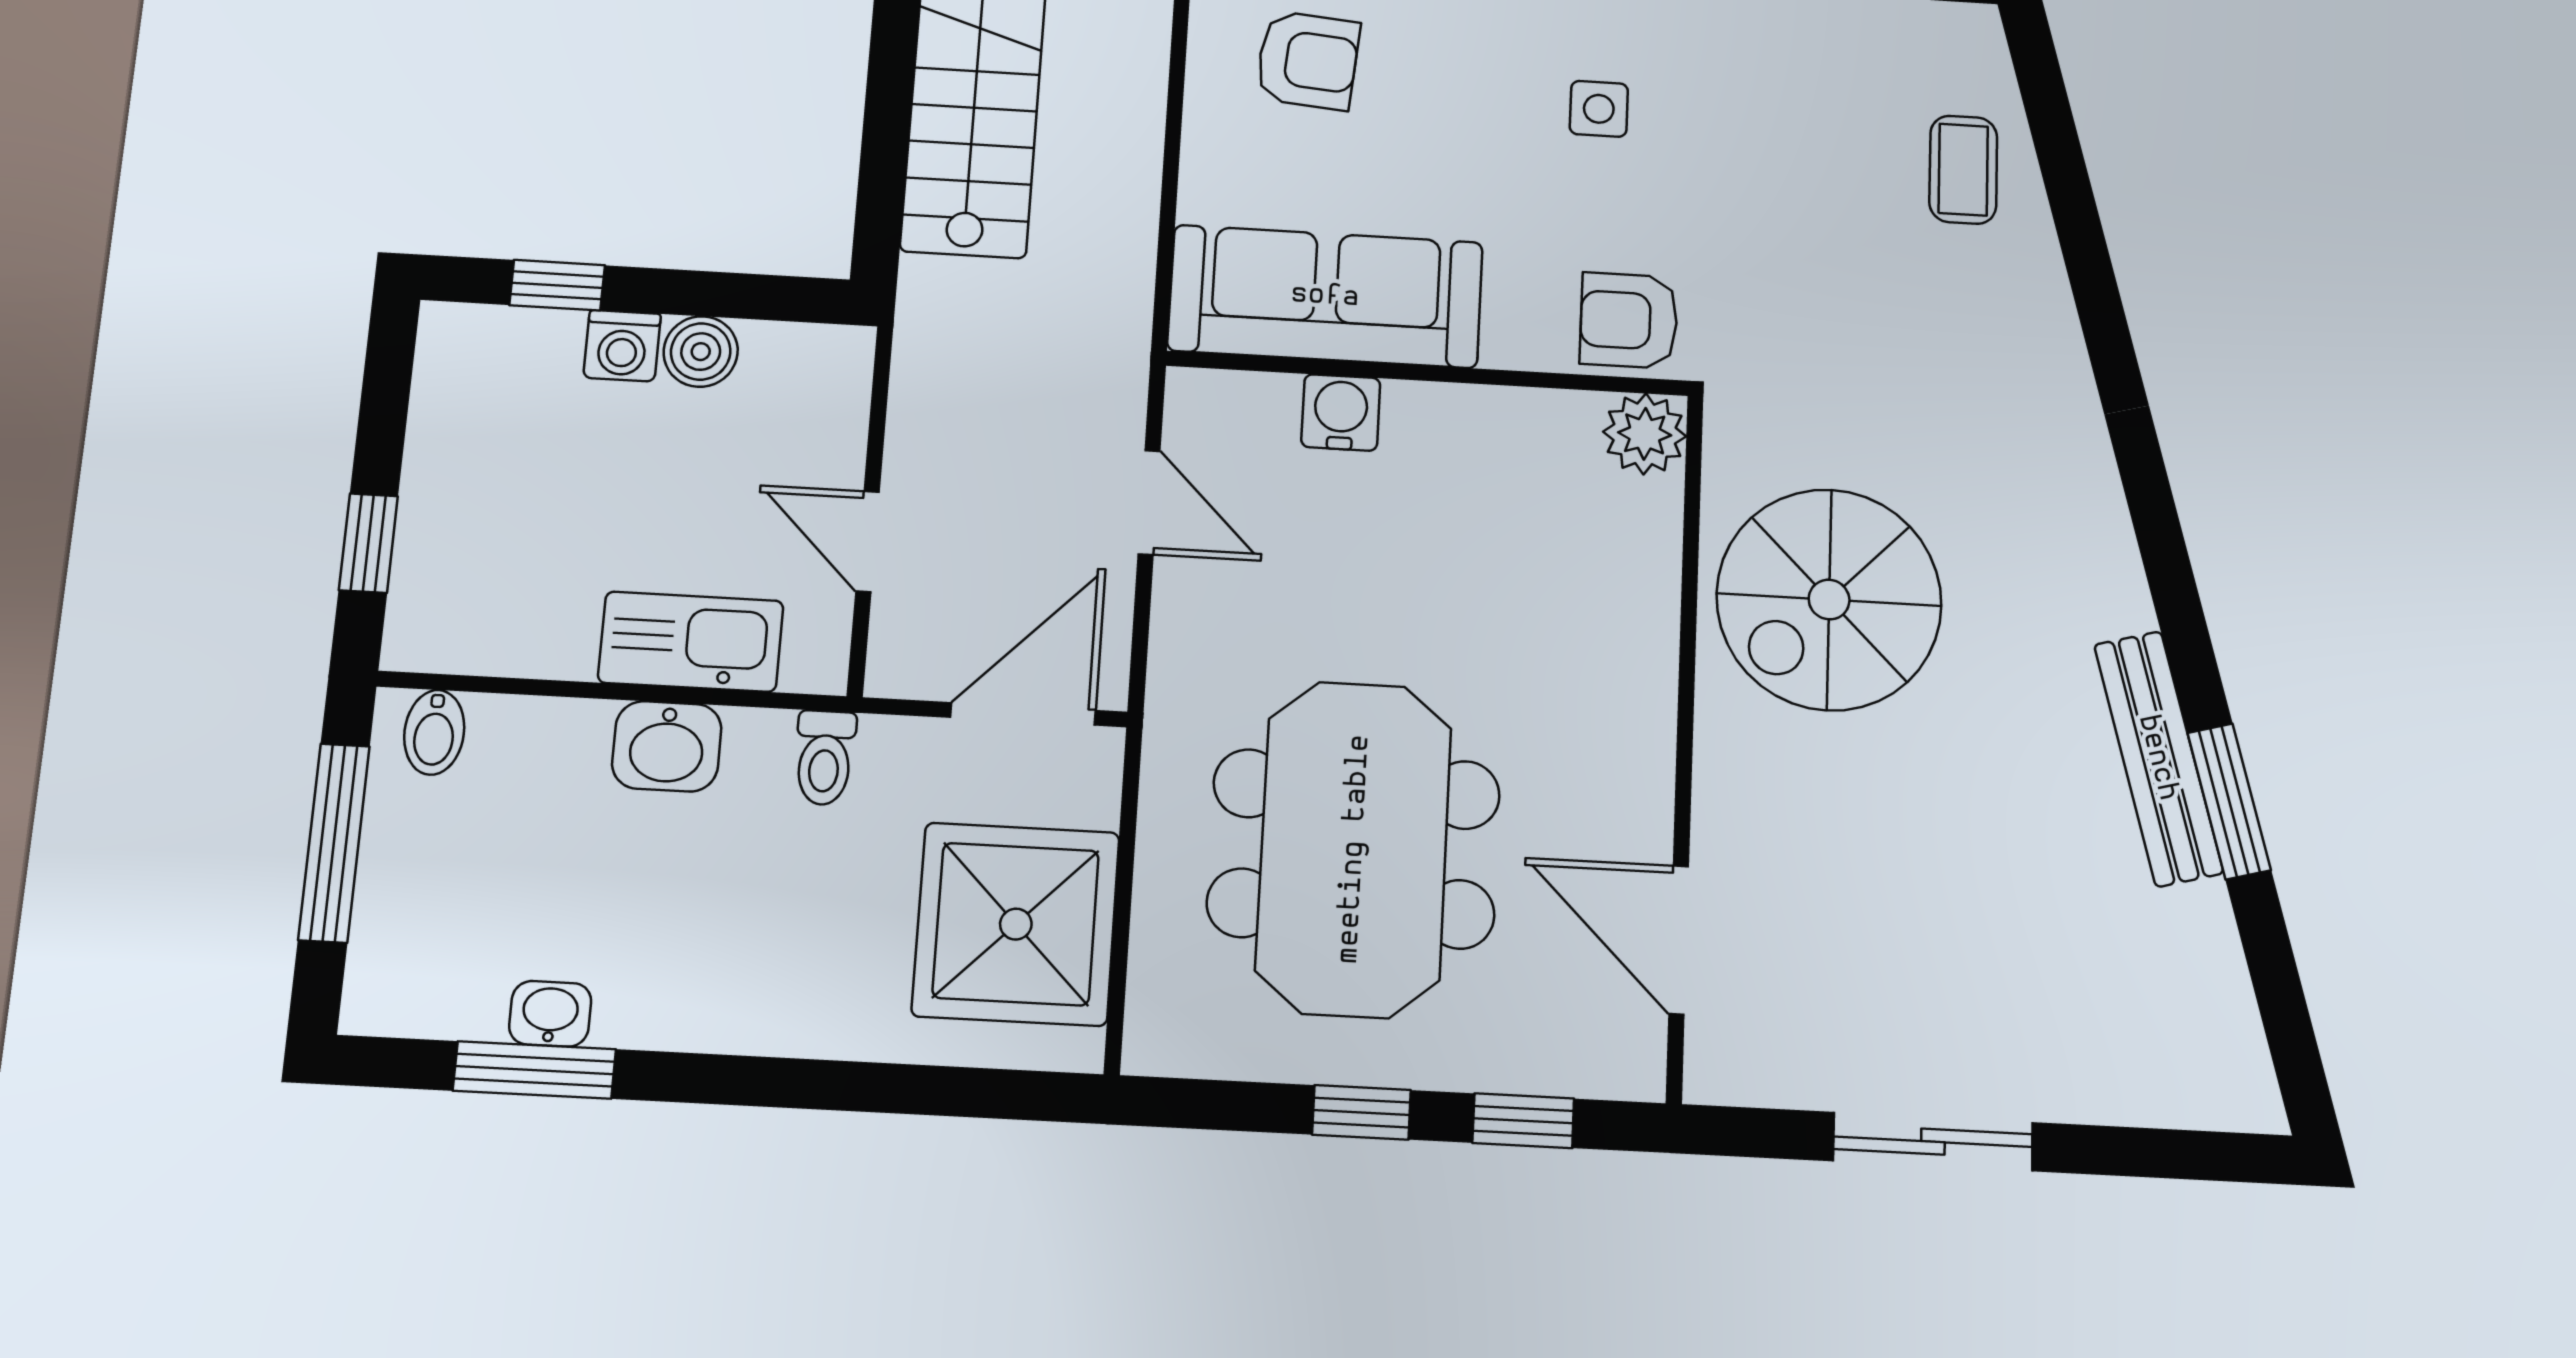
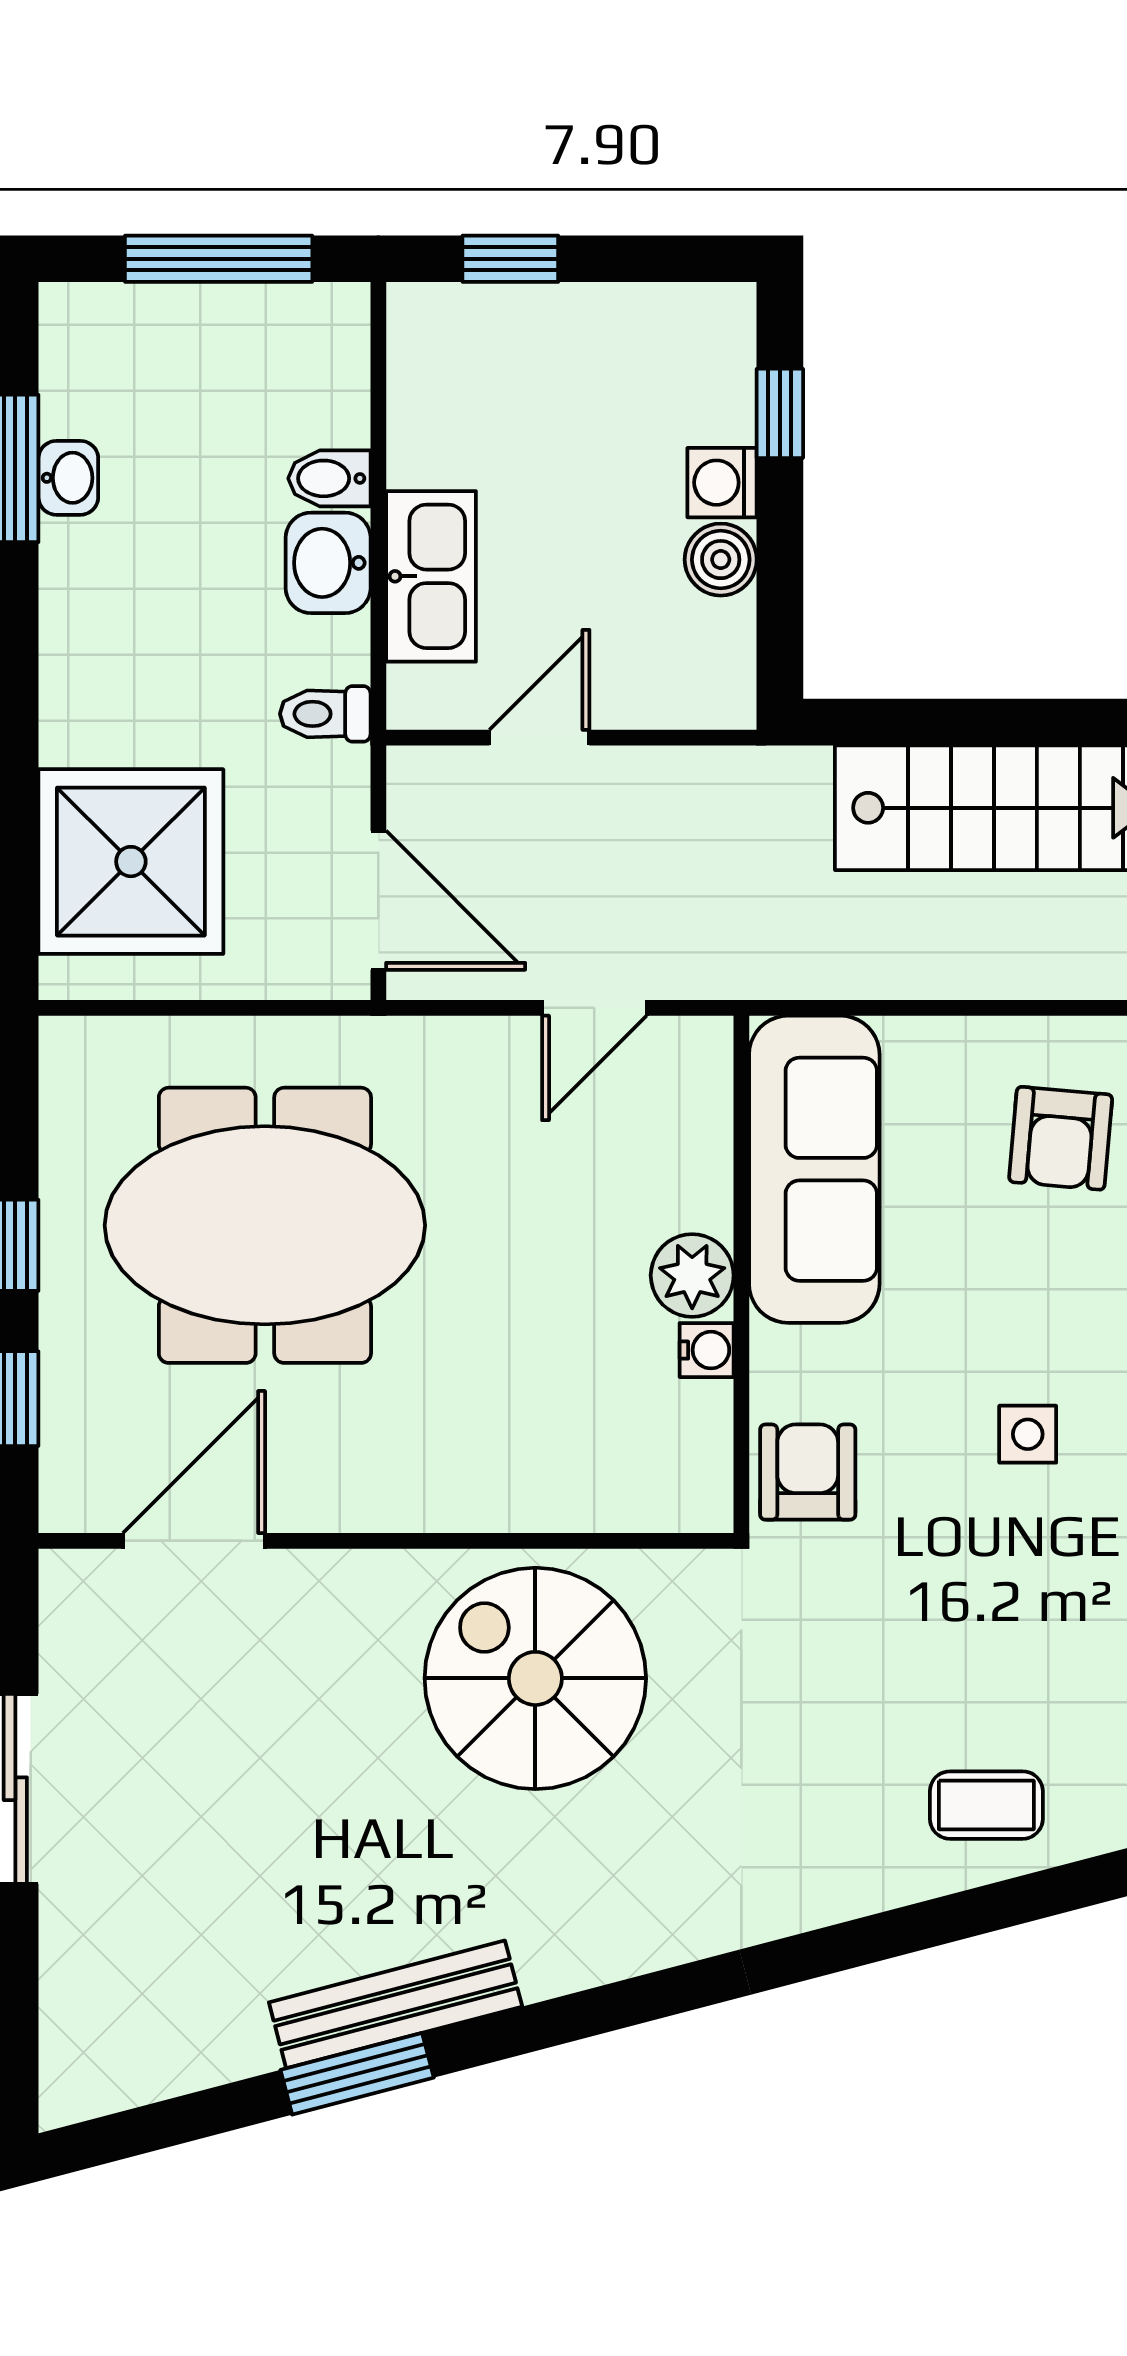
water cooler: (1341, 412) -> (707, 1350), moved, width x0.72, depth x0.72
plant: (1645, 434) -> (692, 1275), moved
bidet: (434, 732) -> (329, 478), moved
shower: (1016, 924) -> (131, 862), moved

